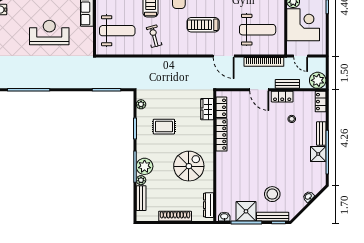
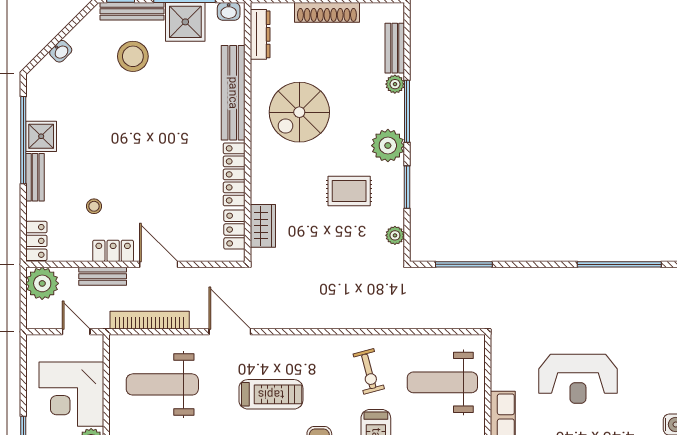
plant: (145, 166) -> (388, 146), moved
bench: (222, 176) -> (233, 93), added

